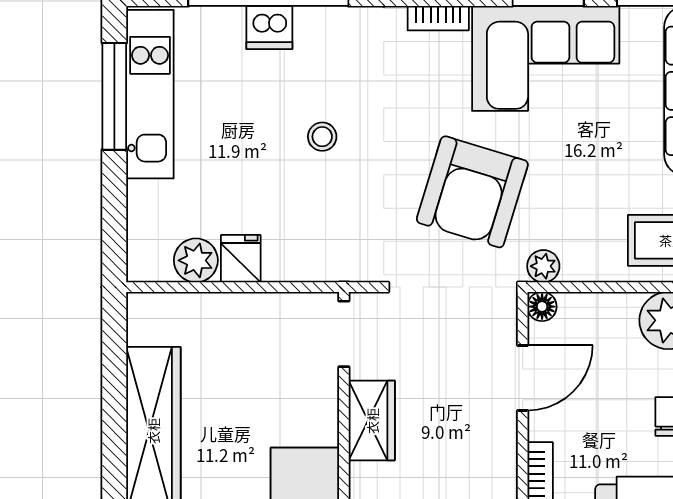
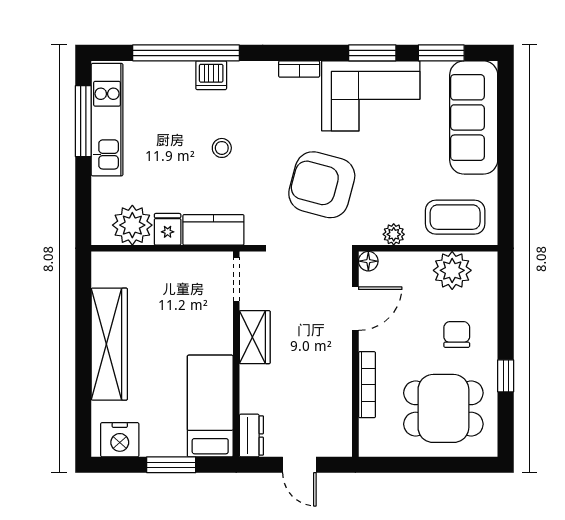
dishwasher: (269, 27) -> (211, 75), moved
armchair: (472, 192) -> (322, 185), turned 88
kitchen counter: (310, 259) -> (213, 230), added
plant: (196, 260) -> (132, 225), width x1.36, depth x1.36
plant: (543, 266) -> (394, 234), moved

